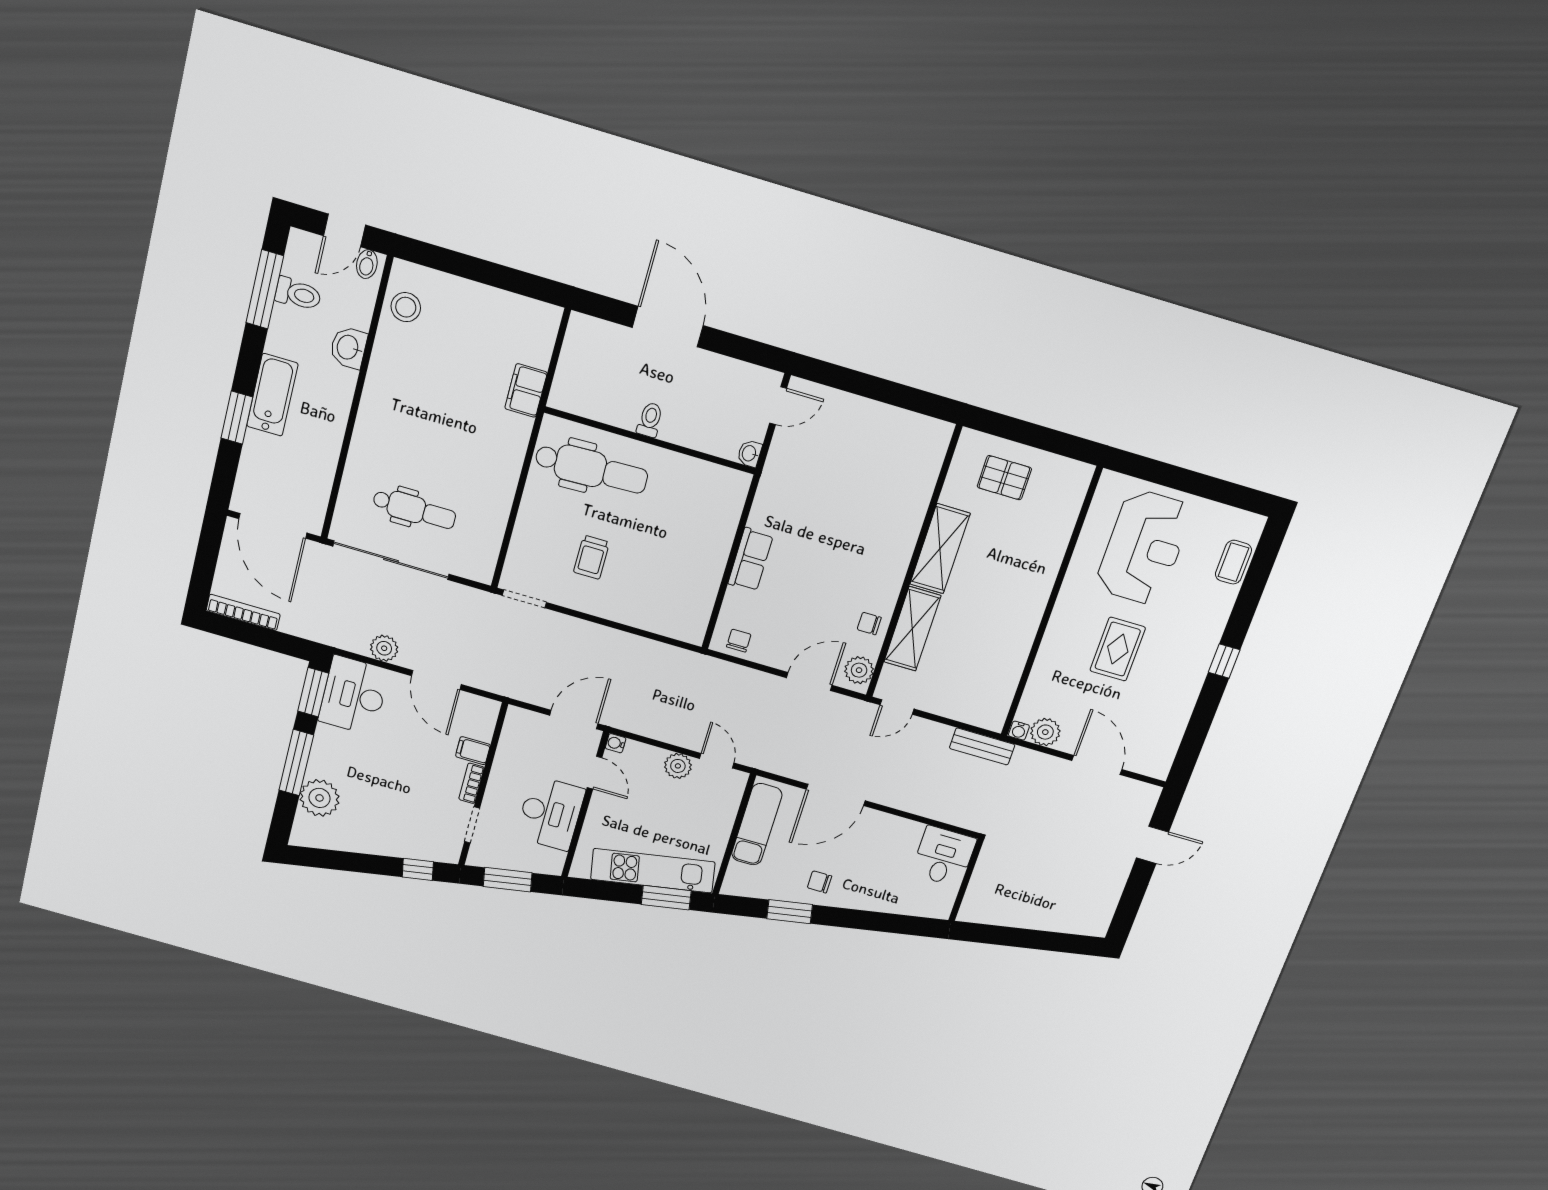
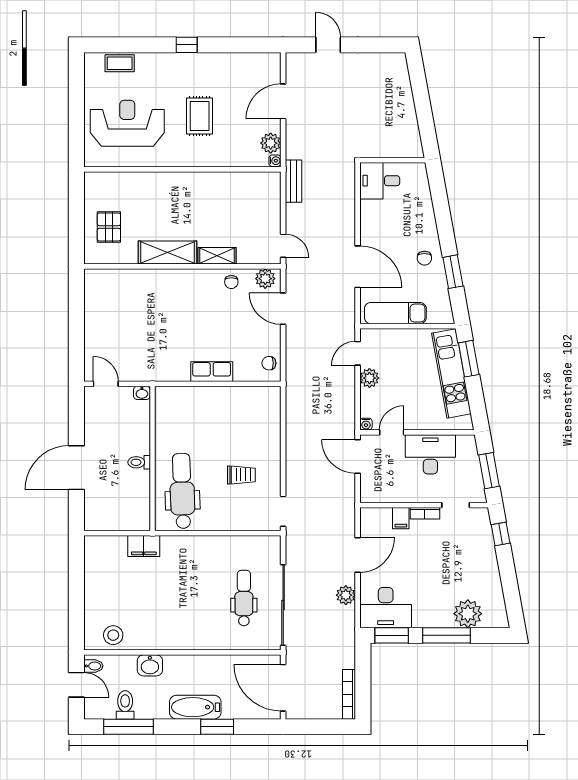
door: (273, 526) -> (283, 688), swing flipped
shelving: (912, 629) -> (217, 256), width x0.67, depth x0.75
rug: (1118, 649) -> (200, 116), turned 90

